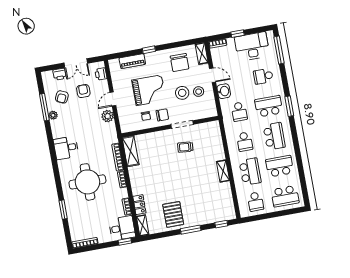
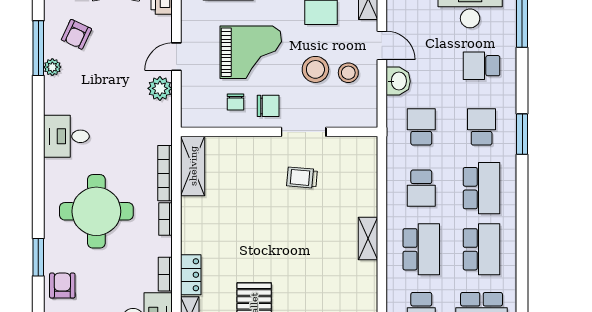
armchair: (83, 91) -> (62, 286), moved
school desk: (269, 106) -> (482, 127), width x0.54
school desk: (239, 112) -> (421, 127), turned 180
school desk: (280, 166) -> (482, 249), turned 90

